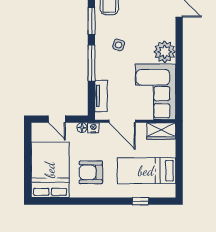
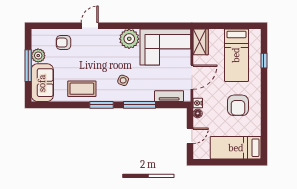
bed: (50, 170) -> (236, 148), width x0.67

